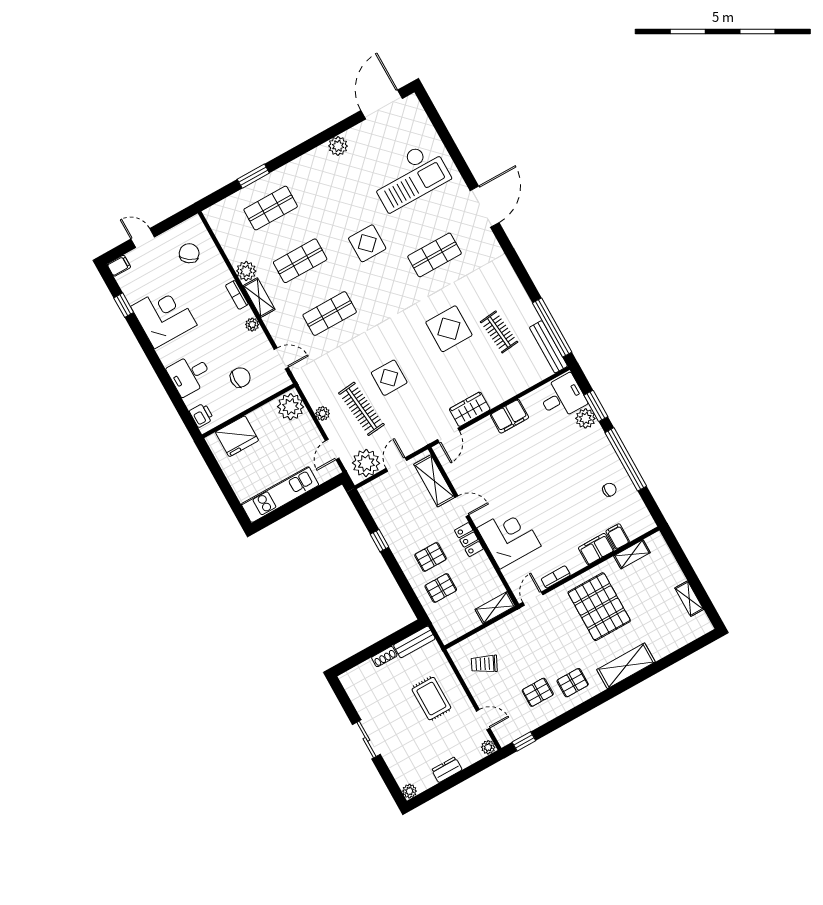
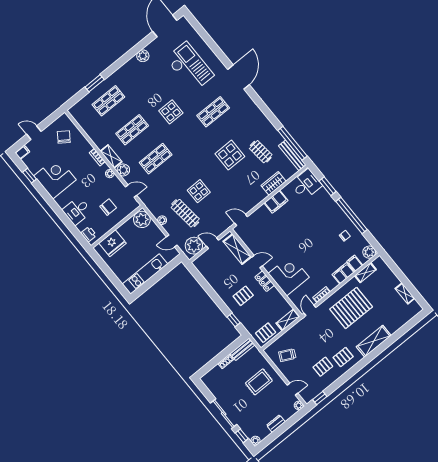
checkout: (410, 177) -> (190, 67), turned -90
plant: (246, 271) -> (123, 170), moved
wardrobe: (470, 409) -> (274, 183), moved
plant: (585, 418) -> (369, 252), moved
door: (449, 435) -> (241, 220), swing flipped
door: (332, 449) -> (172, 241), hinge flipped
door: (396, 464) -> (212, 243), hinge flipped
window: (379, 541) -> (234, 320), moved
pallet: (441, 588) -> (266, 333), moved
pallet: (599, 607) -> (351, 308), turned 90
rug: (431, 699) -> (259, 382), turned 90
sliding door: (366, 739) -> (224, 414), width x1.37
window: (389, 780) -> (242, 436), added

